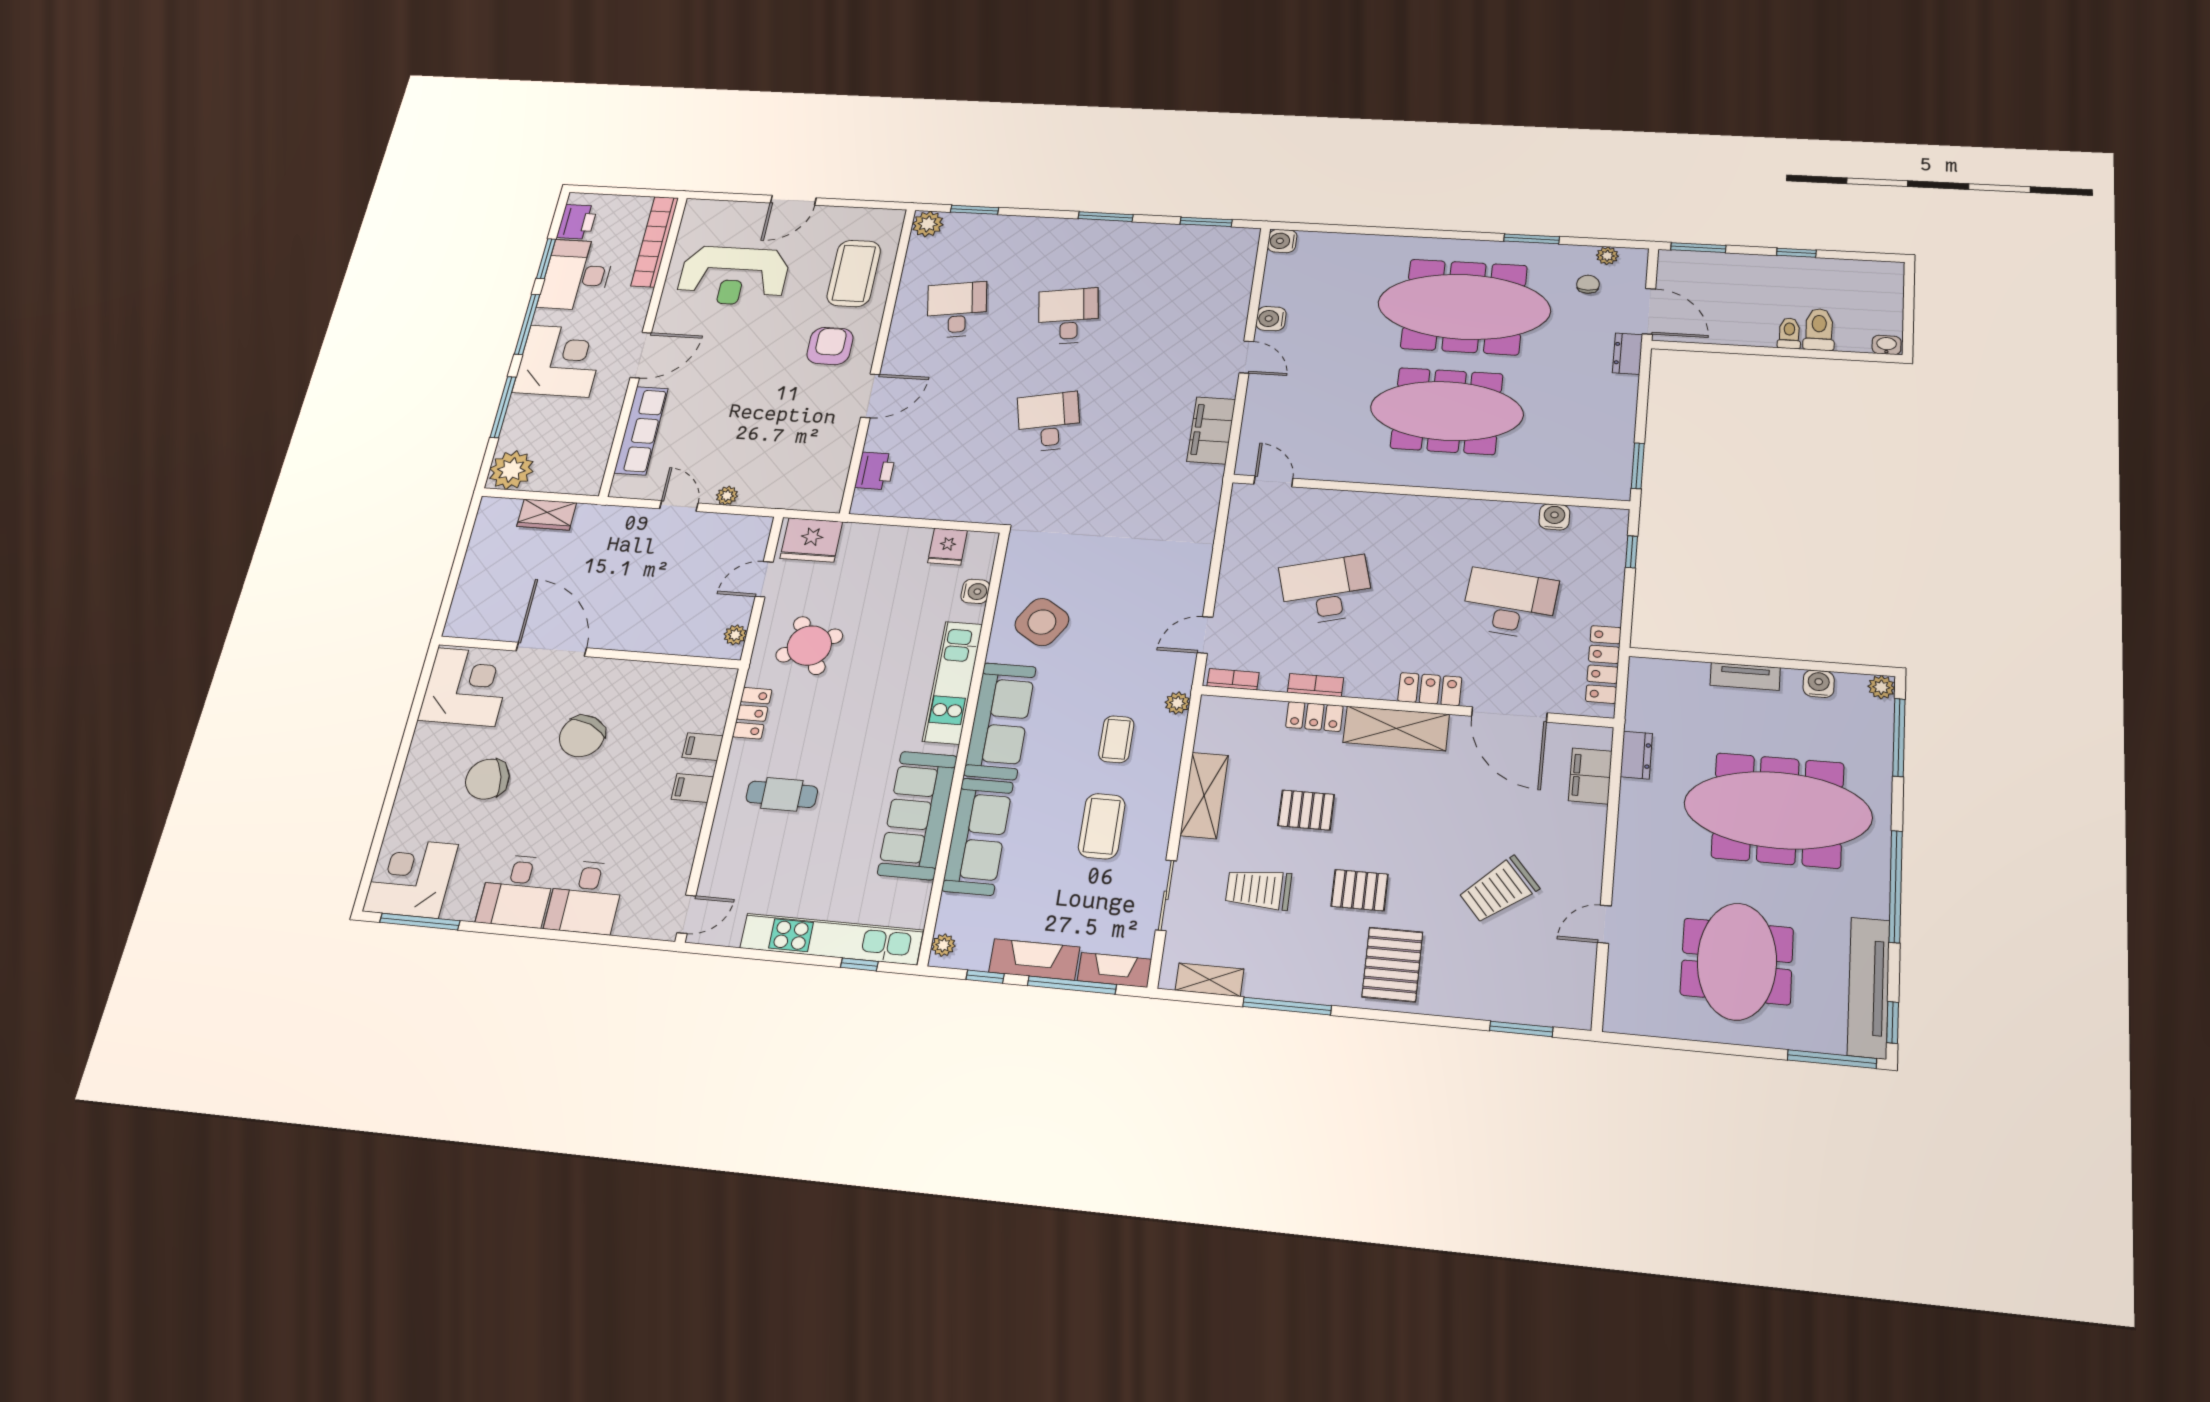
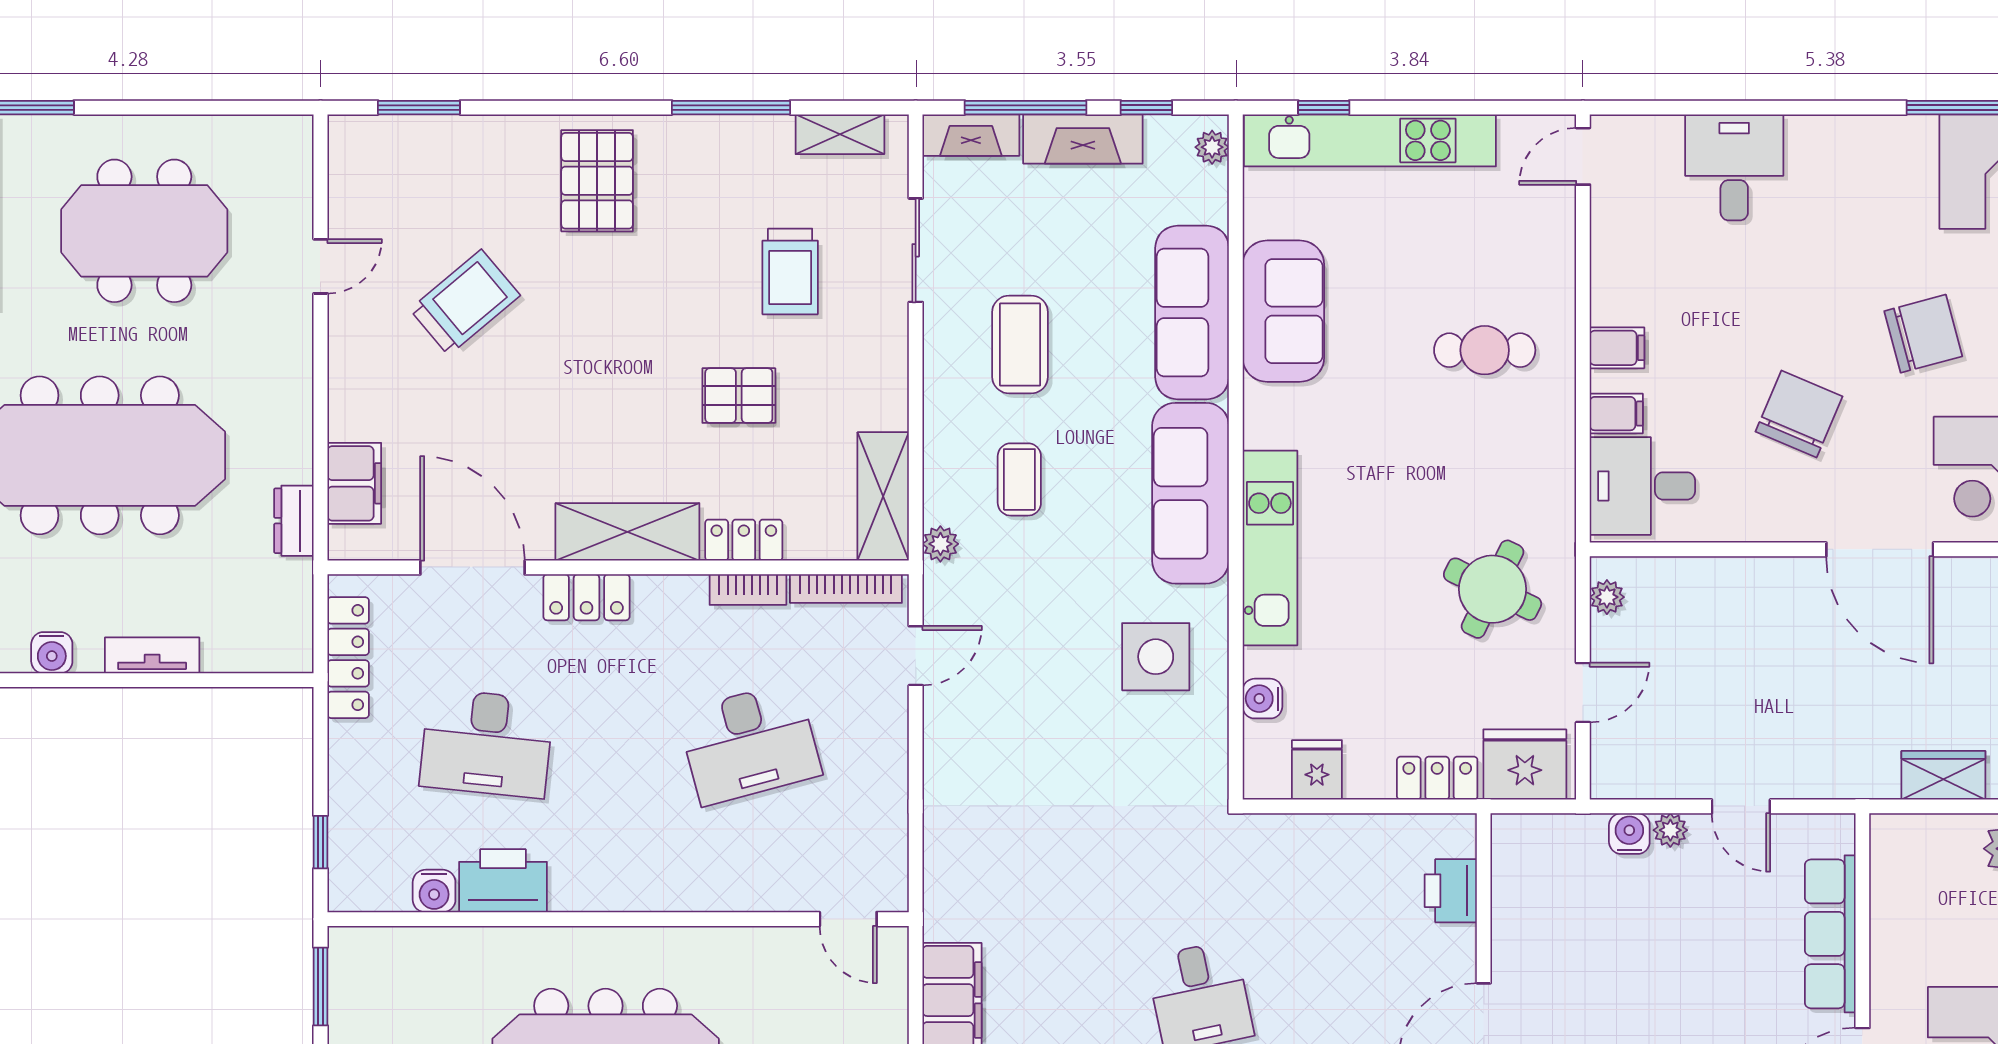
water cooler: (753, 495) -> (1629, 834), added
printer: (1506, 520) -> (503, 881), added
side table: (1042, 622) -> (1156, 657), turned -32
round table: (809, 645) -> (1493, 589), turned -36
bookcase: (1233, 679) -> (846, 589), width x1.56
locker: (752, 713) -> (1437, 778), moved, turned 90
shelving: (1204, 795) -> (883, 496), moved
sofa: (917, 815) -> (1283, 311), width x0.73
trolley: (1258, 889) -> (790, 271), turned 90
pallet: (1360, 890) -> (652, 284), removed
desk: (517, 891) -> (1642, 486), moved, turned -90
meeting table: (1737, 961) -> (144, 231), turned 90

